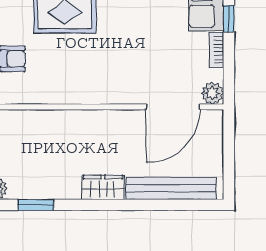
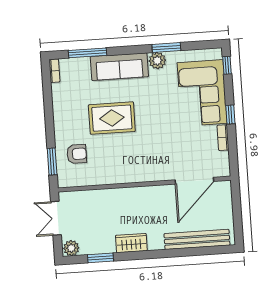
plant: (212, 93) -> (222, 169), removed
wardrobe: (103, 187) -> (131, 243), moved

